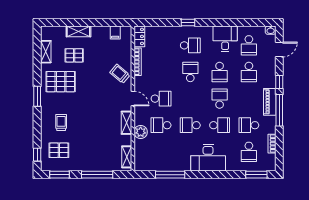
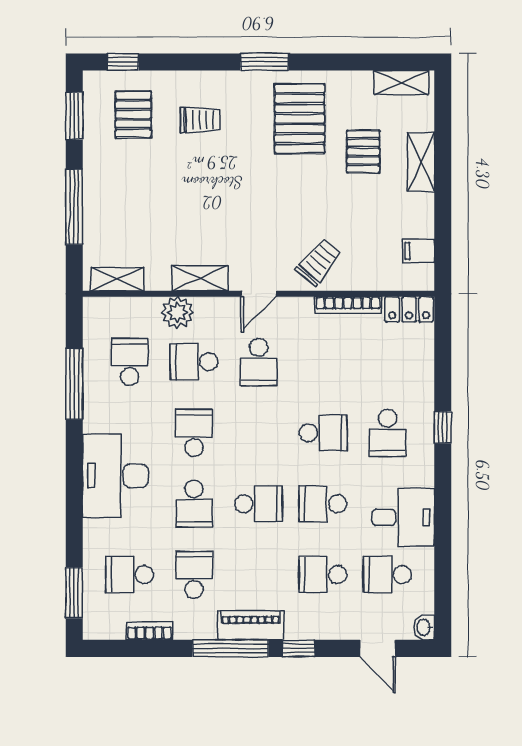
shelving: (46, 52) -> (401, 83), moved
school desk: (161, 125) -> (194, 362), turned -90
school desk: (161, 152) -> (130, 362), added

